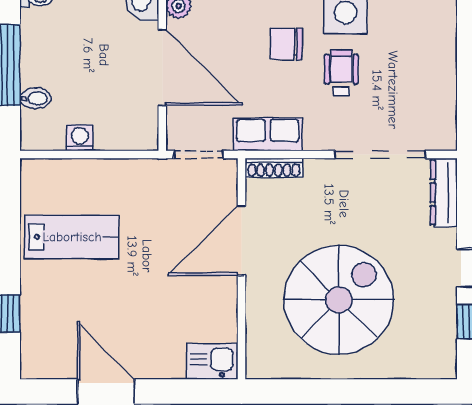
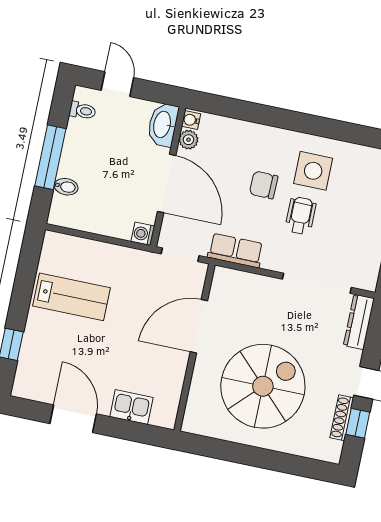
washing machine: (80, 138) -> (143, 234), moved, turned -90
shoe rack: (274, 168) -> (342, 418), moved, turned 90
kitchen sink: (212, 361) -> (131, 407), moved

